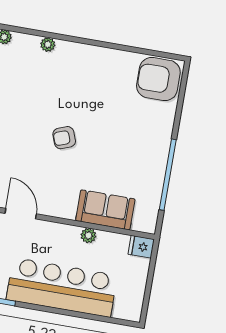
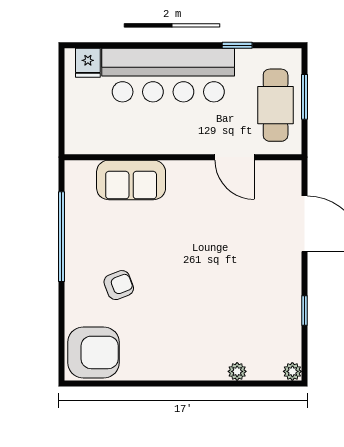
armchair: (64, 138) -> (119, 285), moved
plant: (88, 235) -> (146, 145), removed
fridge: (141, 247) -> (88, 63), moved, turned 90

